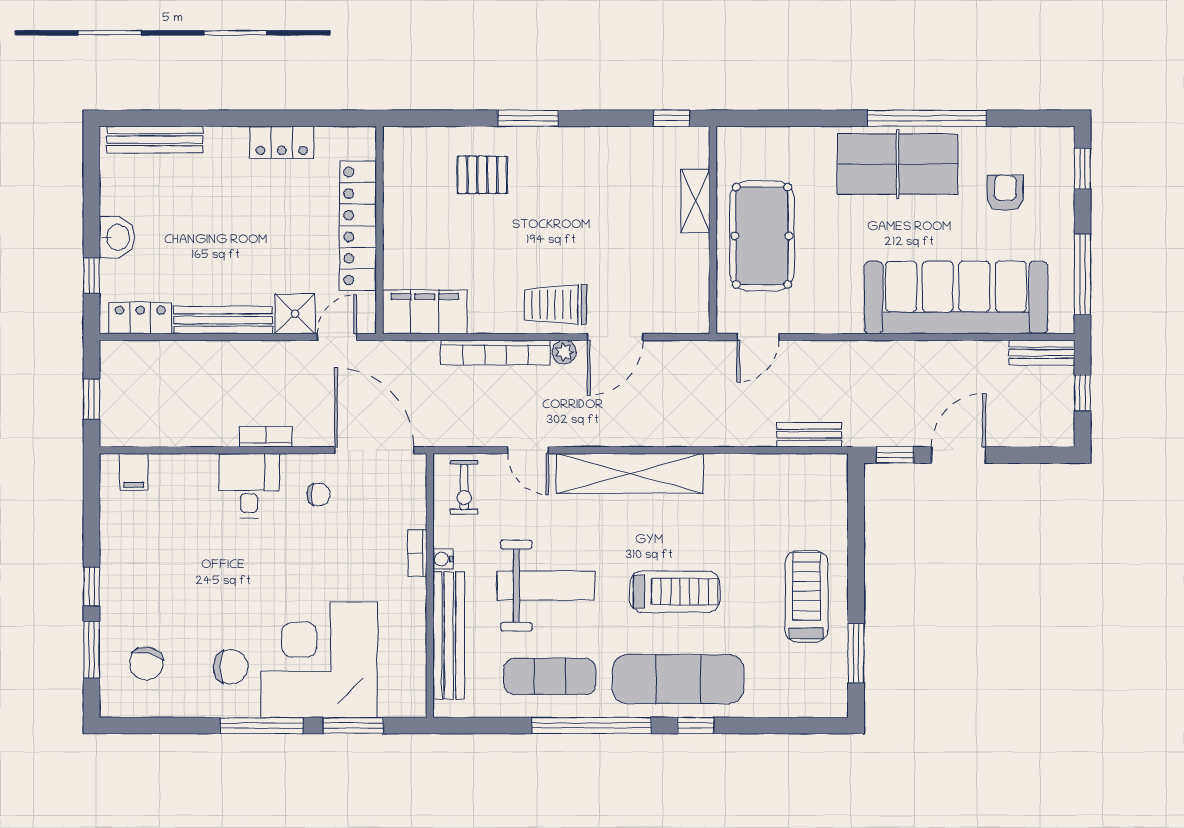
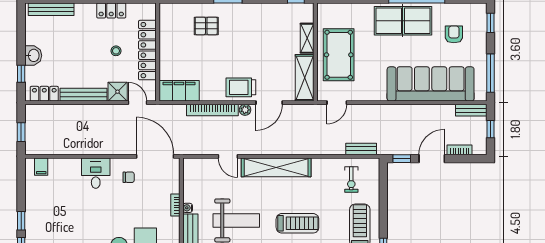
stool: (292, 228) -> (116, 51), added
shelving: (690, 284) -> (305, 78), added
door: (337, 337) -> (137, 103), hinge flipped
bookcase: (266, 437) -> (460, 150), moved
exercise bike: (464, 487) -> (351, 179), moved

